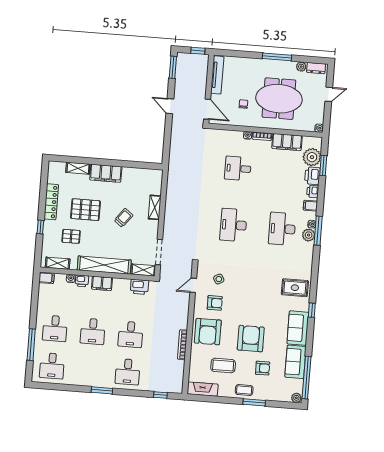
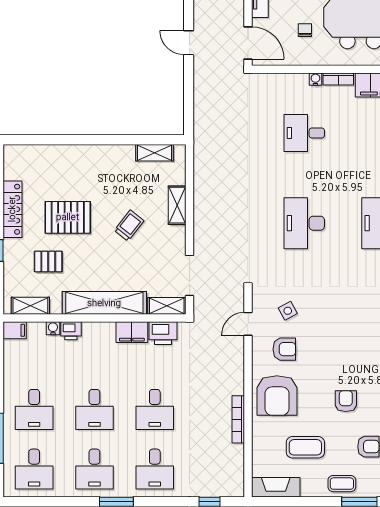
shelving: (78, 168) -> (154, 153), moved
filing cabinet: (106, 173) -> (95, 157), removed
filing cabinet: (102, 283) -> (132, 332), moved
armchair: (251, 339) -> (346, 401), width x0.53, depth x0.53
desk: (90, 369) -> (94, 469), added

